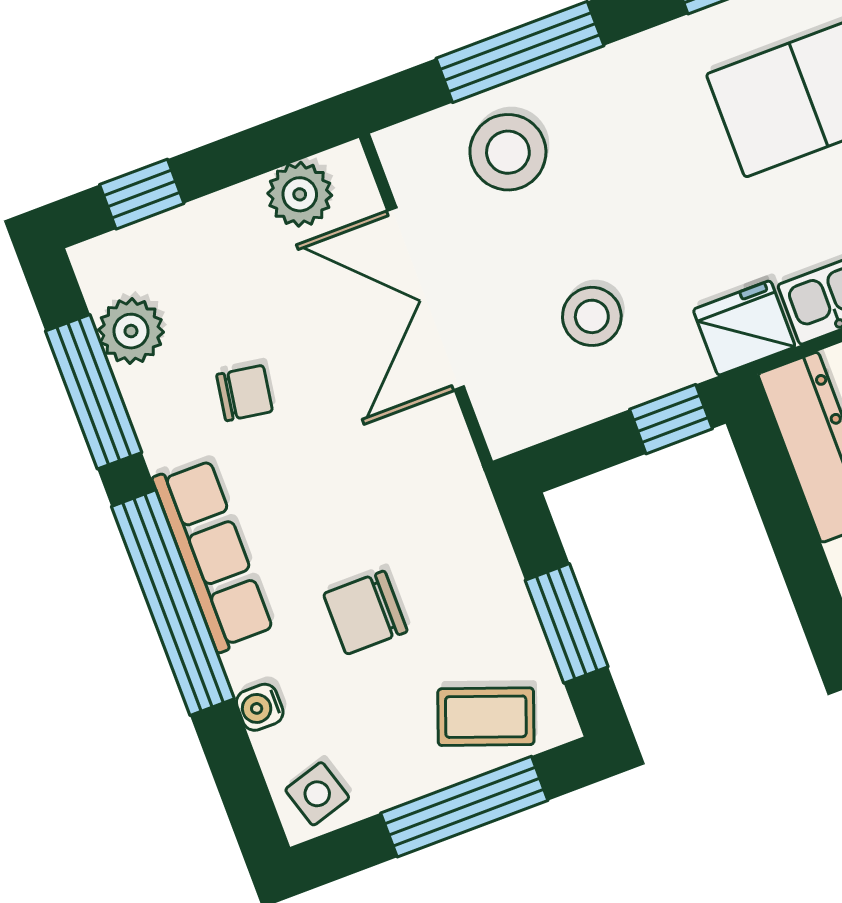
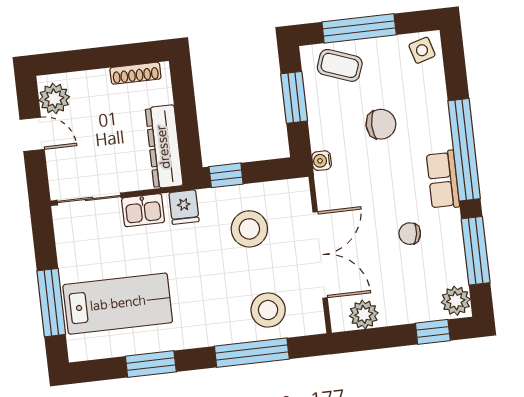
stool: (592, 316) -> (249, 229), width x1.38, depth x1.38
fridge: (744, 328) -> (184, 207), width x0.72
plant: (131, 331) -> (456, 301), moved
row of seats: (213, 555) -> (443, 180), width x0.68
water cooler: (260, 707) -> (322, 161), moved, turned 180

